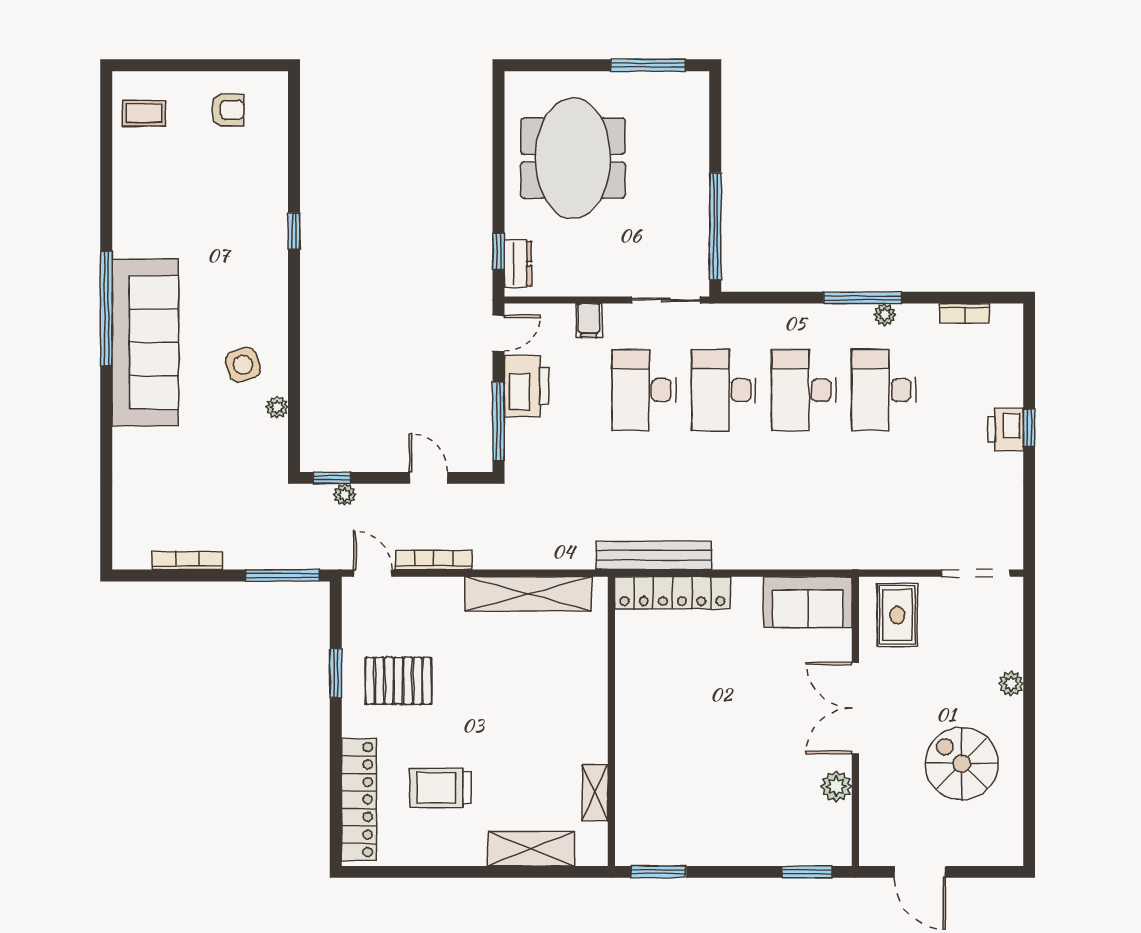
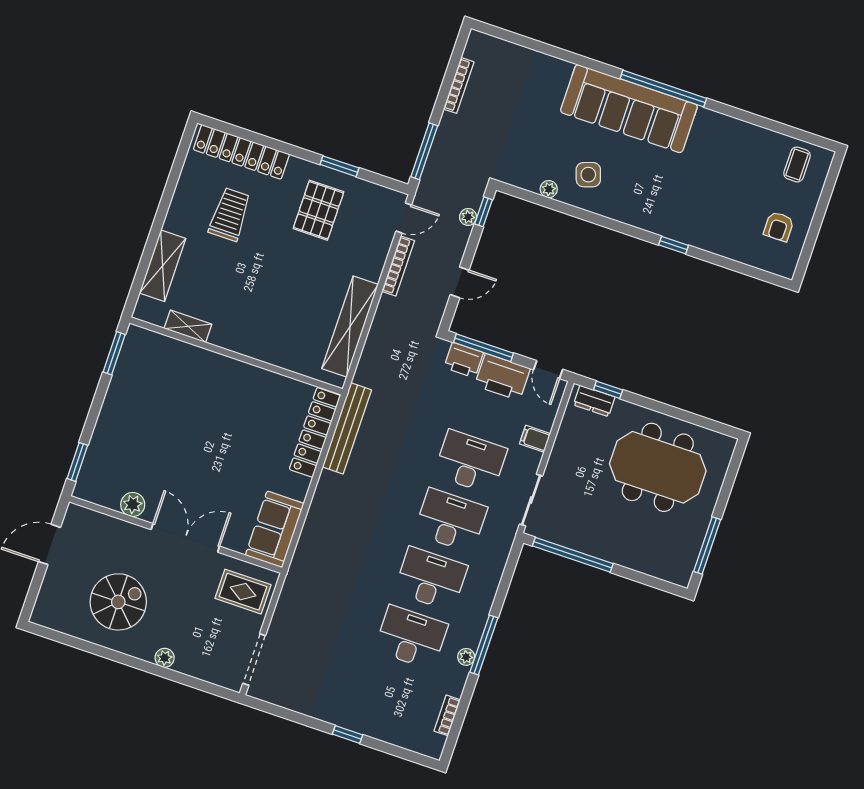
printer: (1006, 429) -> (464, 360), moved, turned 180

